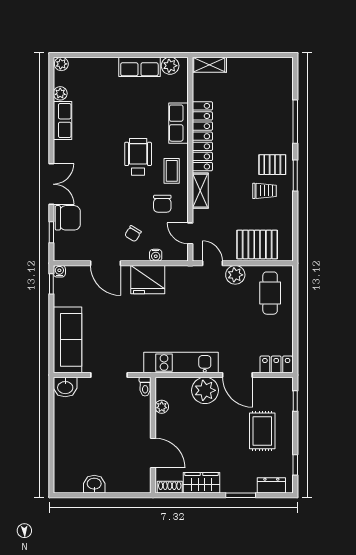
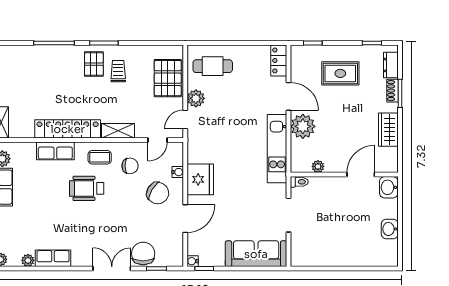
chair: (133, 234) -> (158, 193), width x1.87, depth x1.87
door: (237, 375) -> (289, 96), hinge flipped
washbasin: (65, 387) -> (389, 187), moved, turned 180
shoe rack: (170, 487) -> (392, 91), moved

